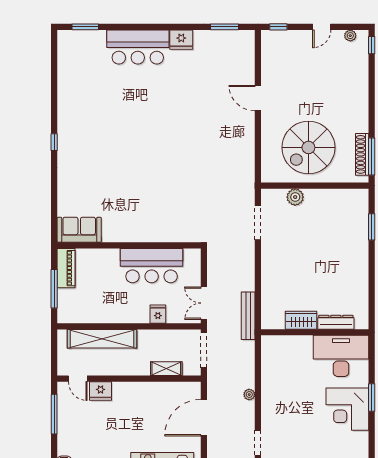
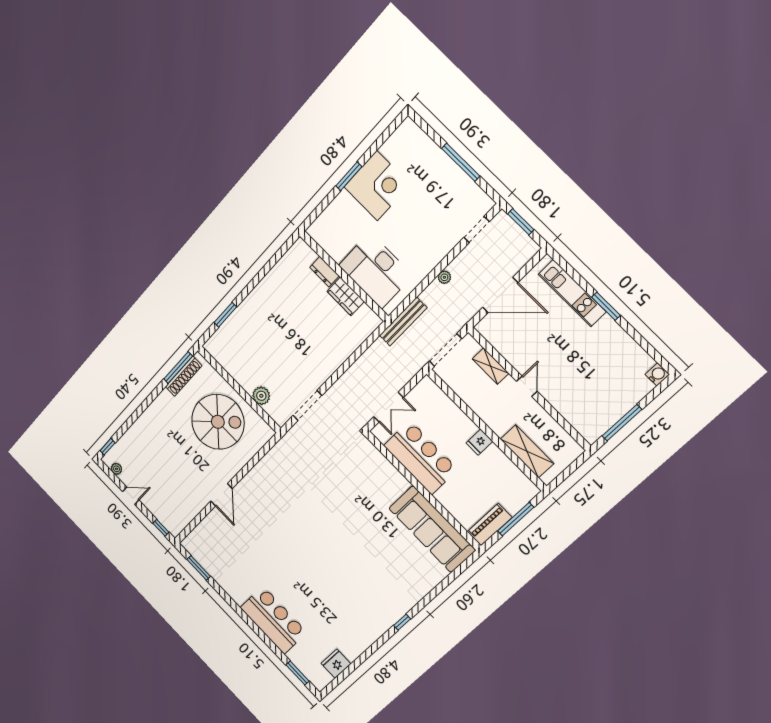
fridge: (181, 40) -> (336, 664), moved, turned -90
sofa: (79, 230) -> (432, 529), width x1.85, depth x1.27
double door: (204, 303) -> (389, 407), moved
fridge: (158, 314) -> (479, 442), moved
bench: (248, 316) -> (403, 322), moved
dresser: (336, 322) -> (324, 272), width x0.70
shelving: (102, 339) -> (527, 451), width x0.68
desk: (341, 356) -> (376, 270), moved
door: (78, 379) -> (527, 386), moved
fridge: (101, 391) -> (563, 402), removed

